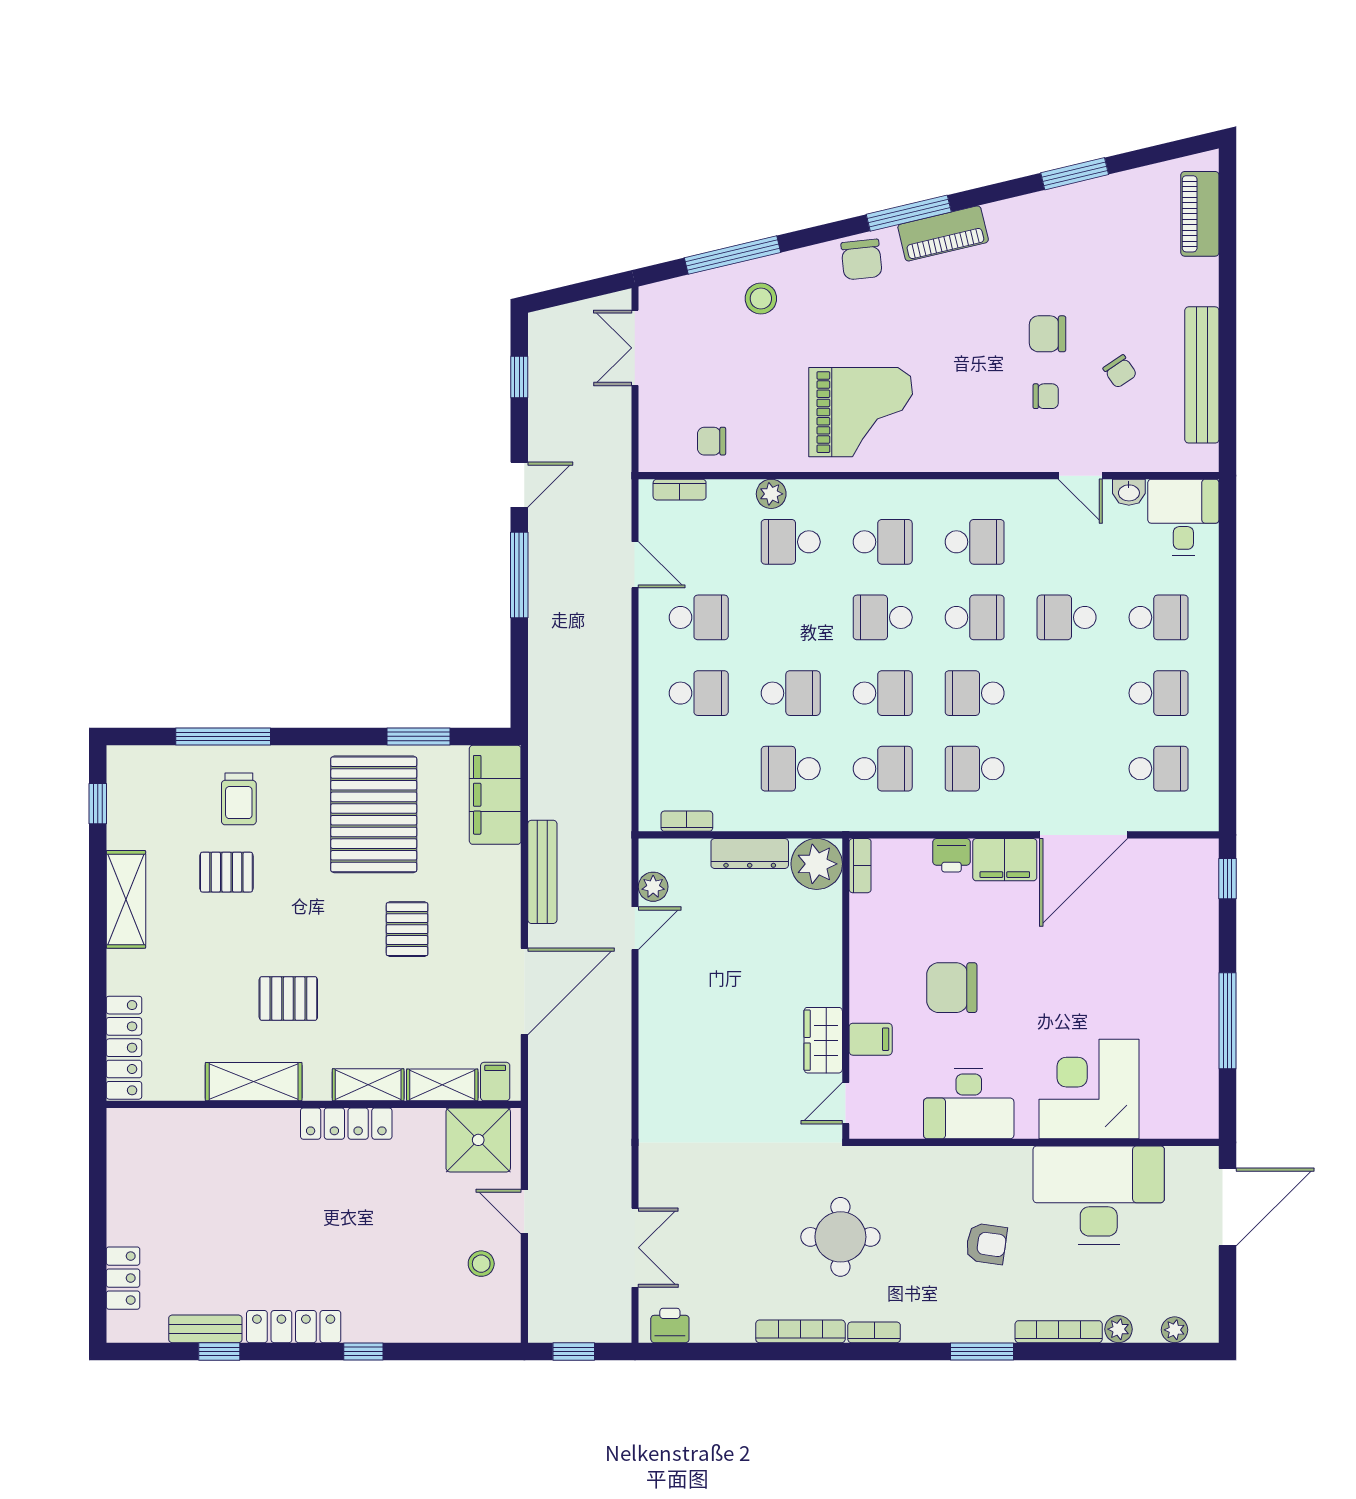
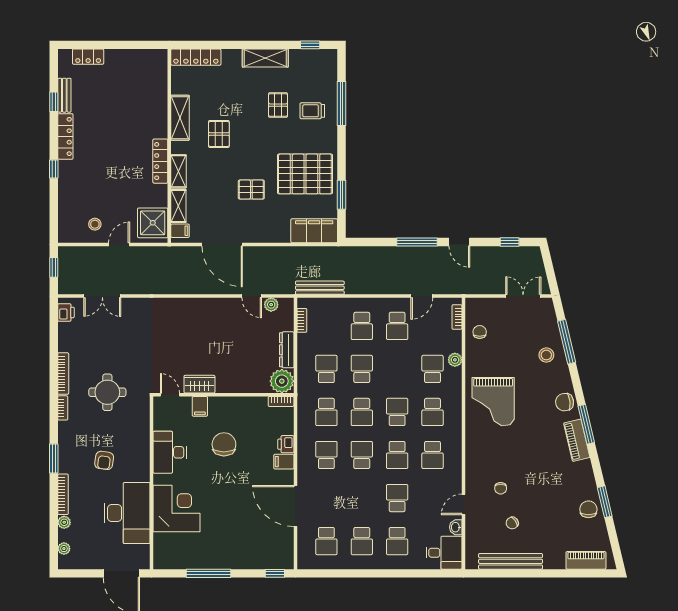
chair: (1048, 334) -> (588, 509), moved
school desk: (791, 693) -> (362, 369), turned 180
filing cabinet: (1005, 860) -> (284, 462), width x0.50
bench: (542, 872) -> (320, 288), moved

